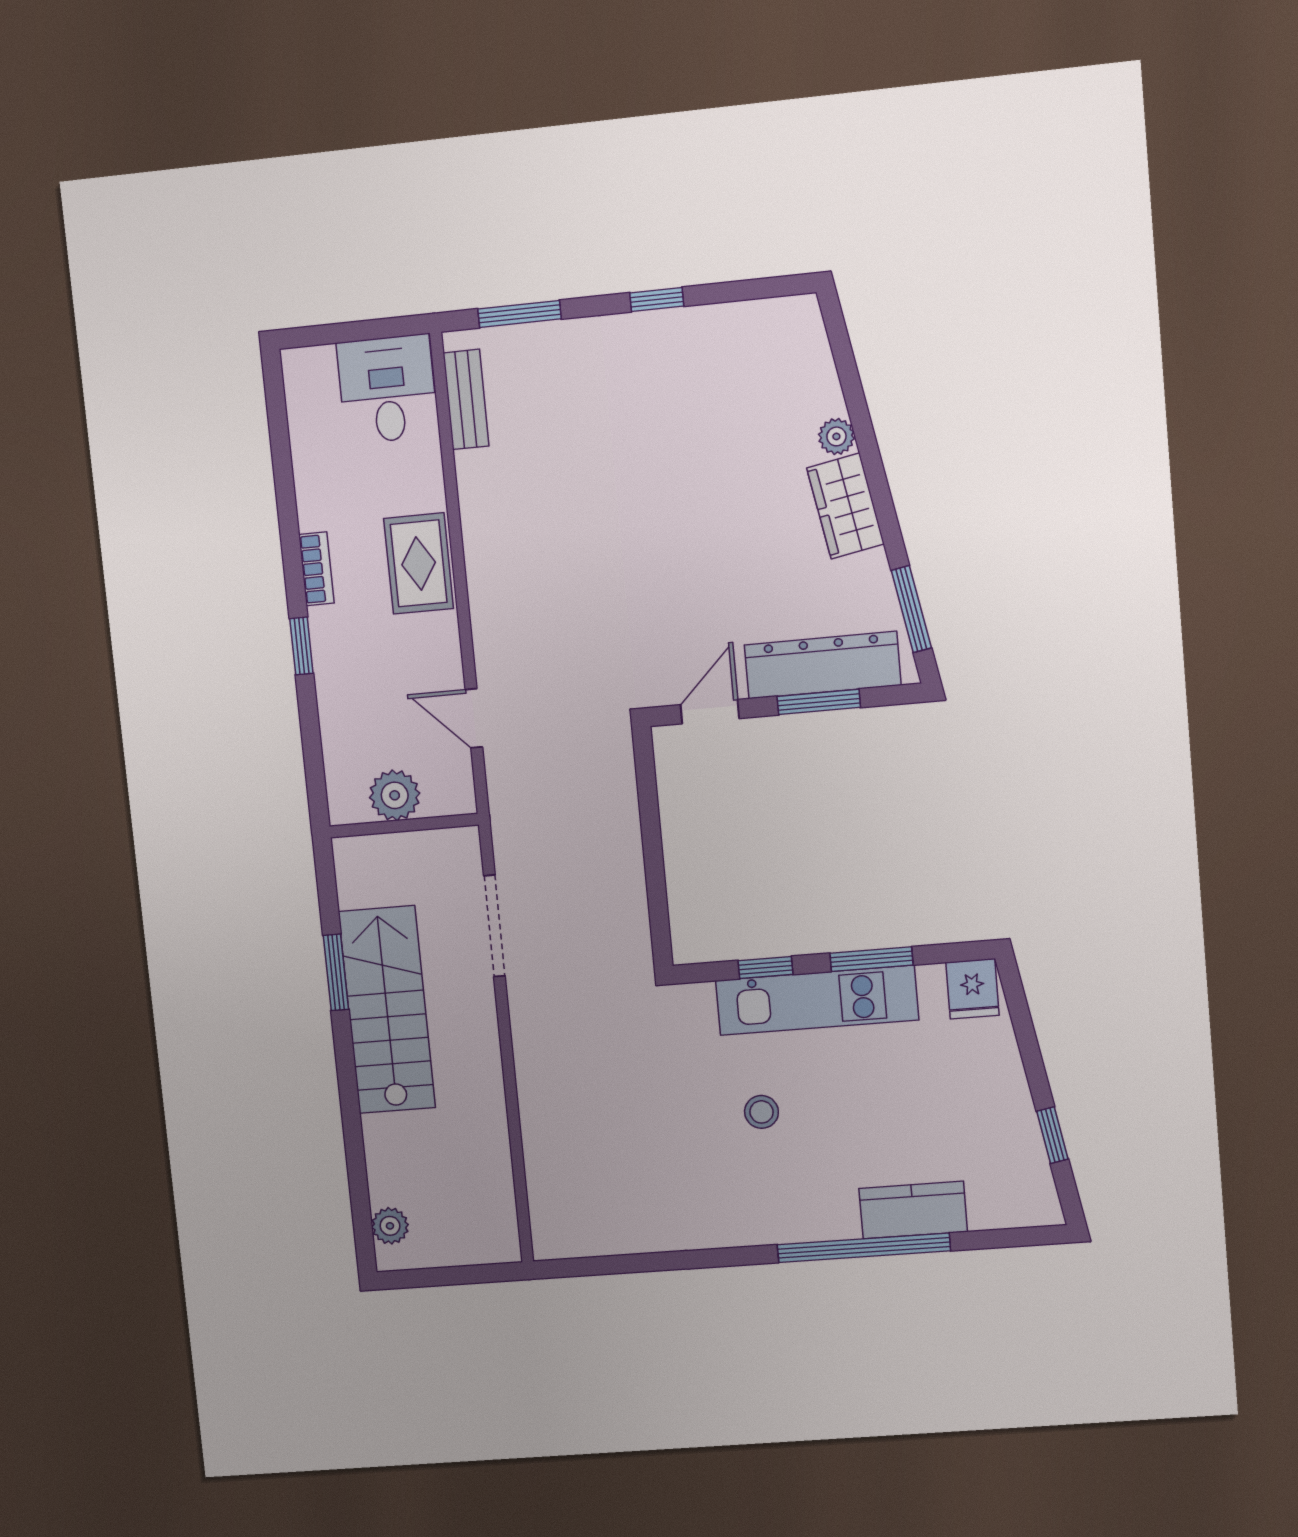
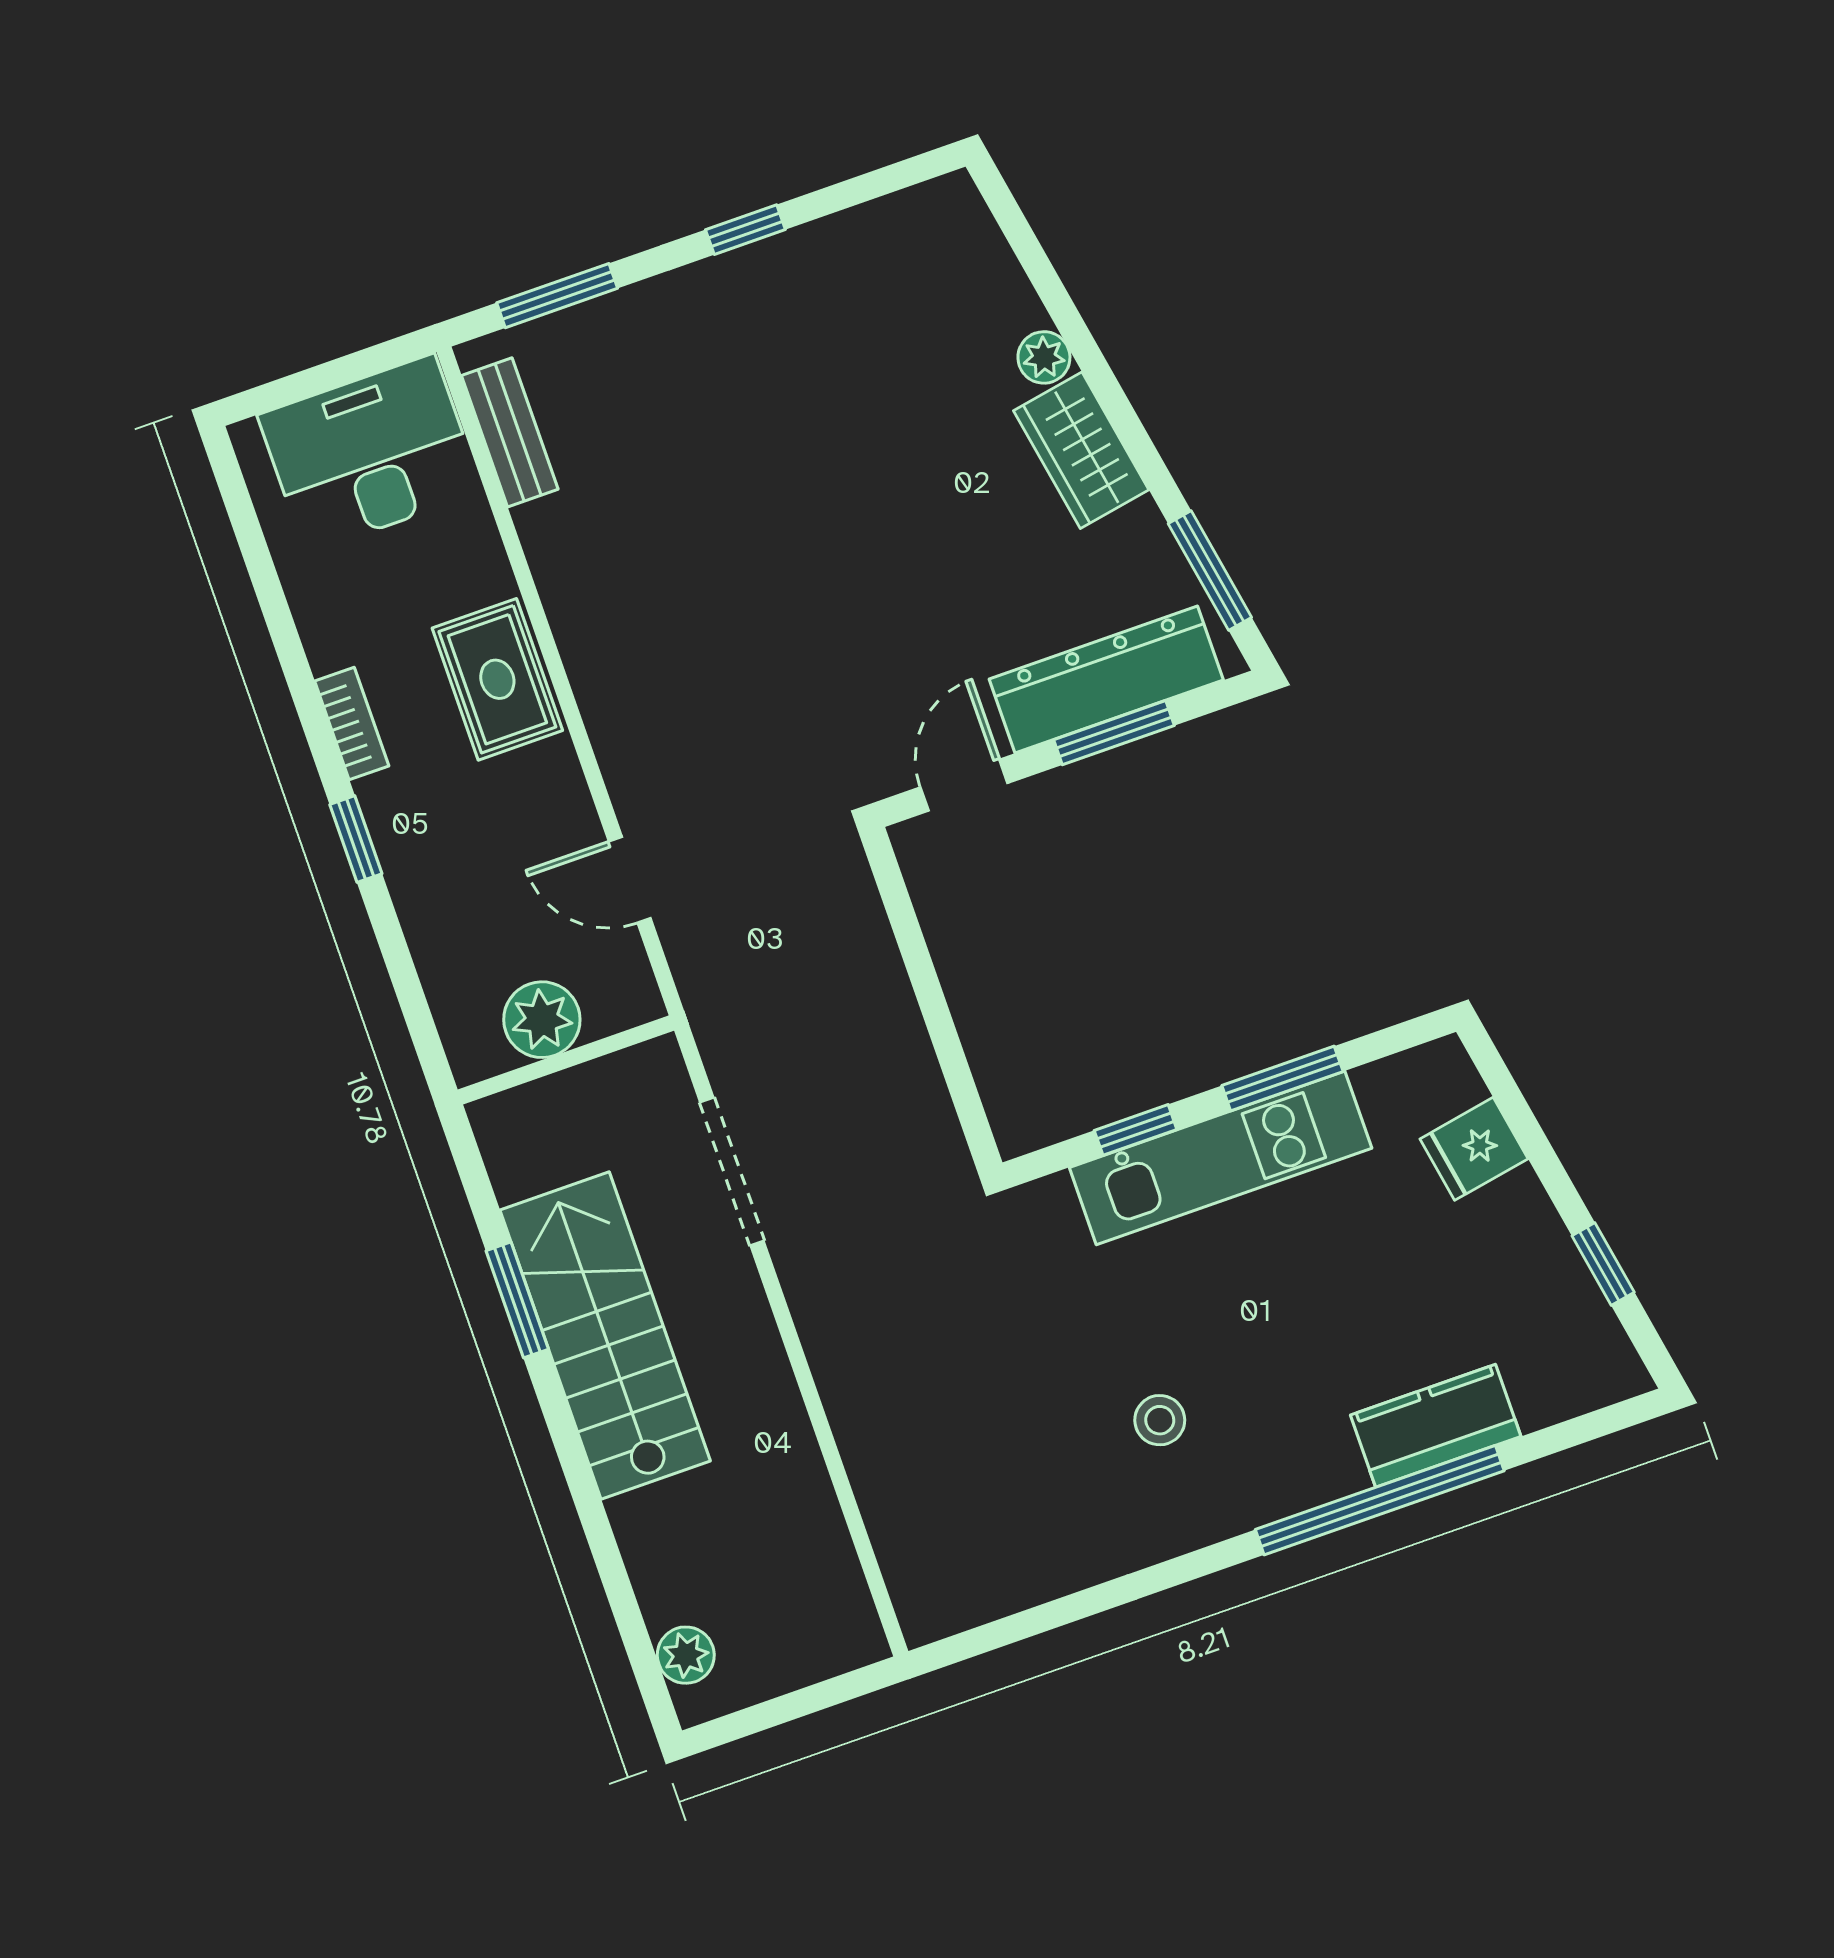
desk: (387, 389) -> (370, 454), width x1.37
fridge: (972, 989) -> (1474, 1149), moved, turned 80
stool: (761, 1112) -> (1160, 1420), moved

